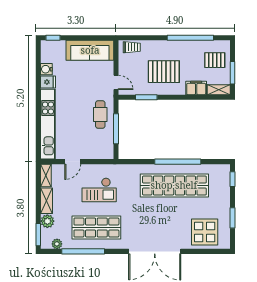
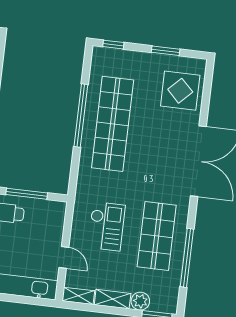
plant: (57, 244) -> (172, 292), removed

